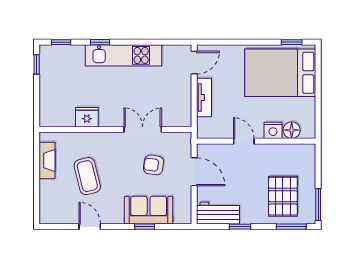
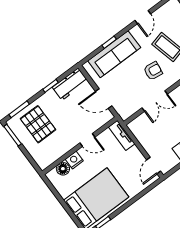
tv unit: (204, 97) -> (122, 135), moved
armchair: (154, 165) -> (153, 71), moved
sofa: (149, 210) -> (114, 54), width x1.36
door: (90, 227) -> (143, 17), hinge flipped

